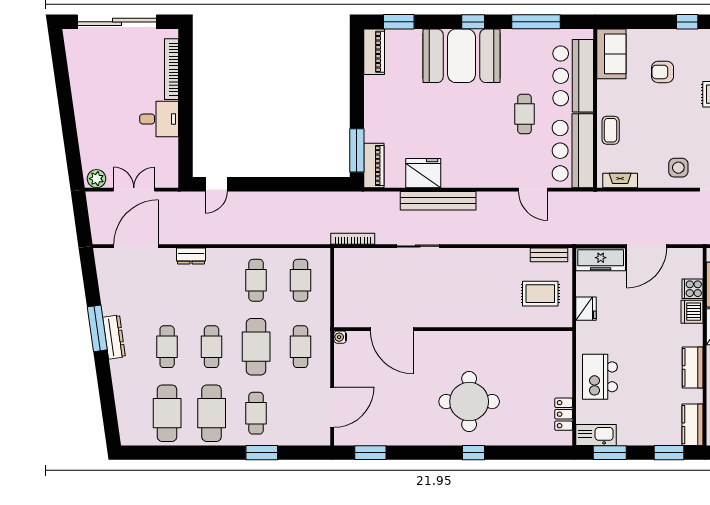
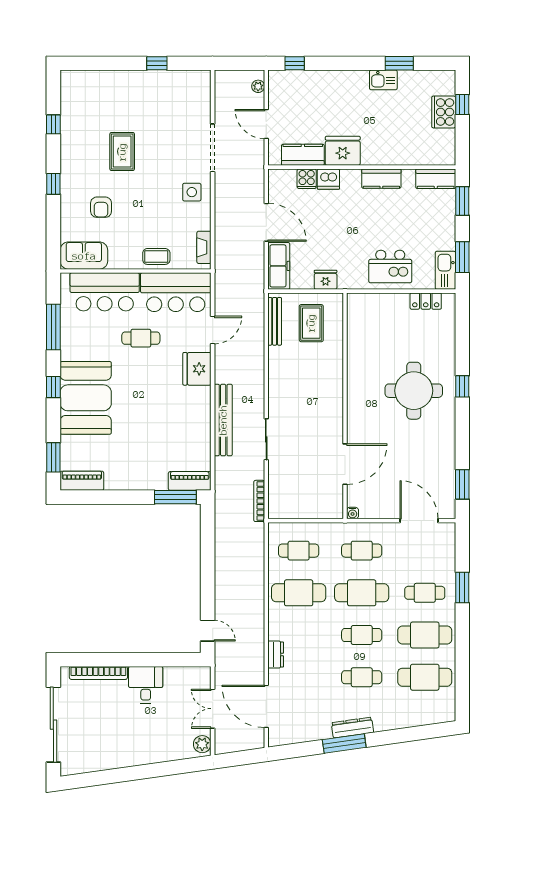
fridge: (423, 173) -> (197, 369), moved
bench: (549, 255) -> (275, 321), width x1.36
cafe table: (256, 280) -> (299, 593), width x1.37, depth x1.35

